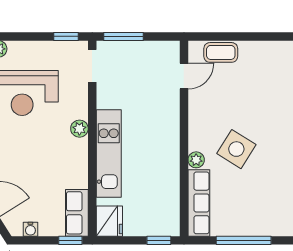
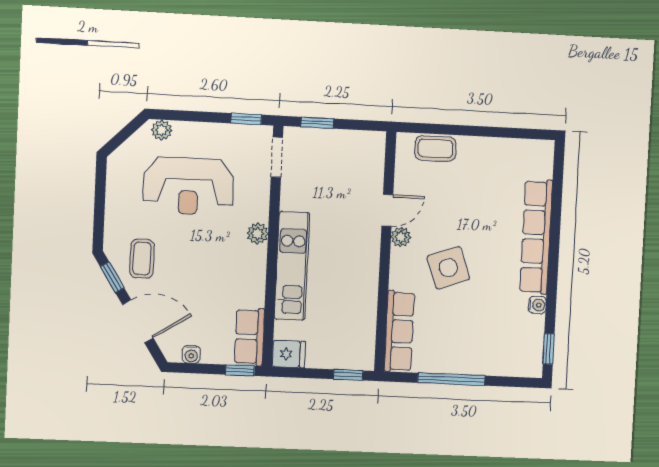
window: (123, 36) -> (317, 123), width x0.67
door: (184, 76) -> (387, 210), moved
side table: (236, 149) -> (448, 268), turned 38
plant: (196, 160) -> (401, 237), moved
fridge: (109, 221) -> (289, 354), width x0.72

